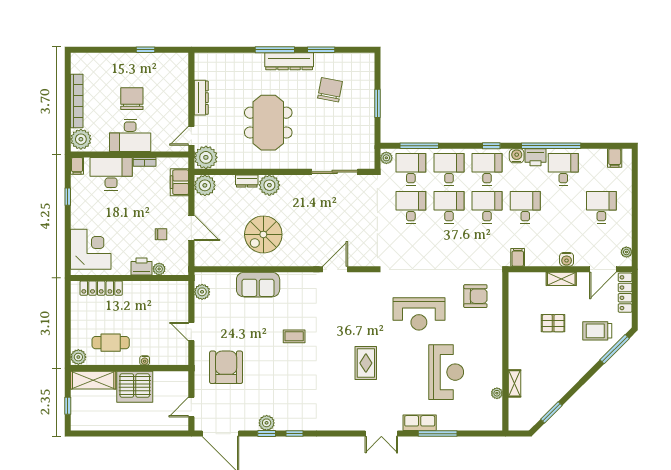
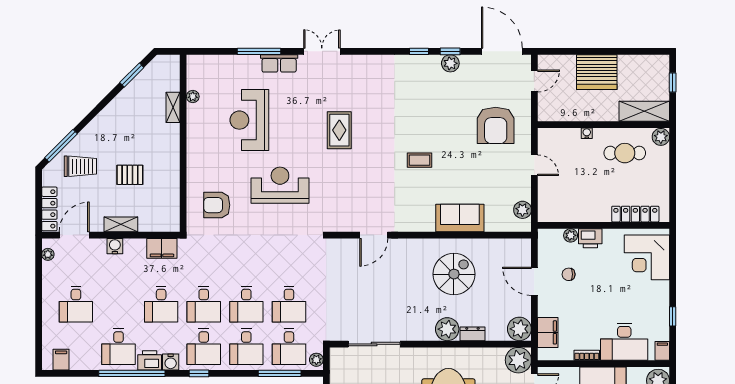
filing cabinet: (518, 257) -> (162, 248), width x2.00
server rack: (135, 387) -> (597, 72), moved, turned 180

